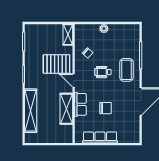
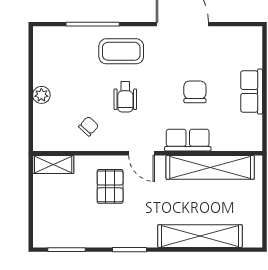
pallet: (56, 64) -> (110, 186), width x0.67, depth x0.71
door: (74, 80) -> (142, 153), hinge flipped
shelving: (66, 109) -> (210, 167), width x1.47
row of seats: (100, 137) -> (252, 92), width x0.68

